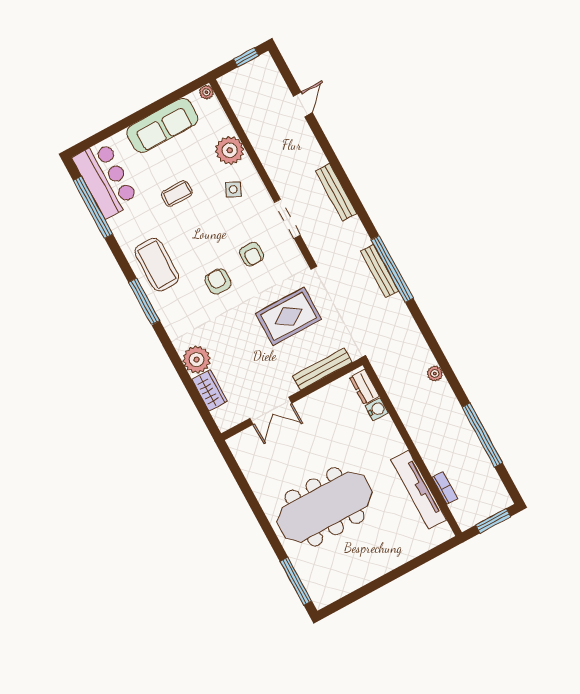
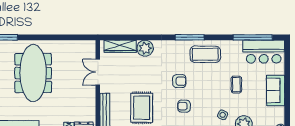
sofa: (162, 125) -> (276, 91), width x0.73
wardrobe: (210, 390) -> (120, 46), width x1.50

